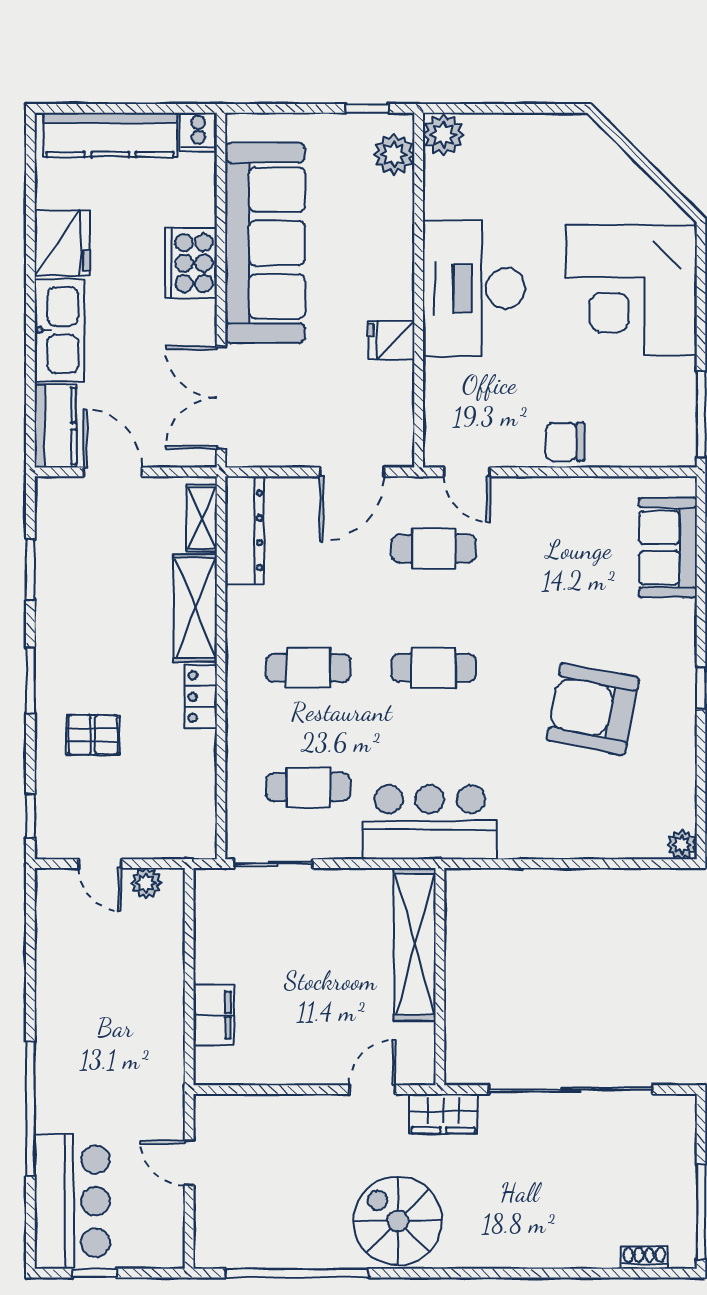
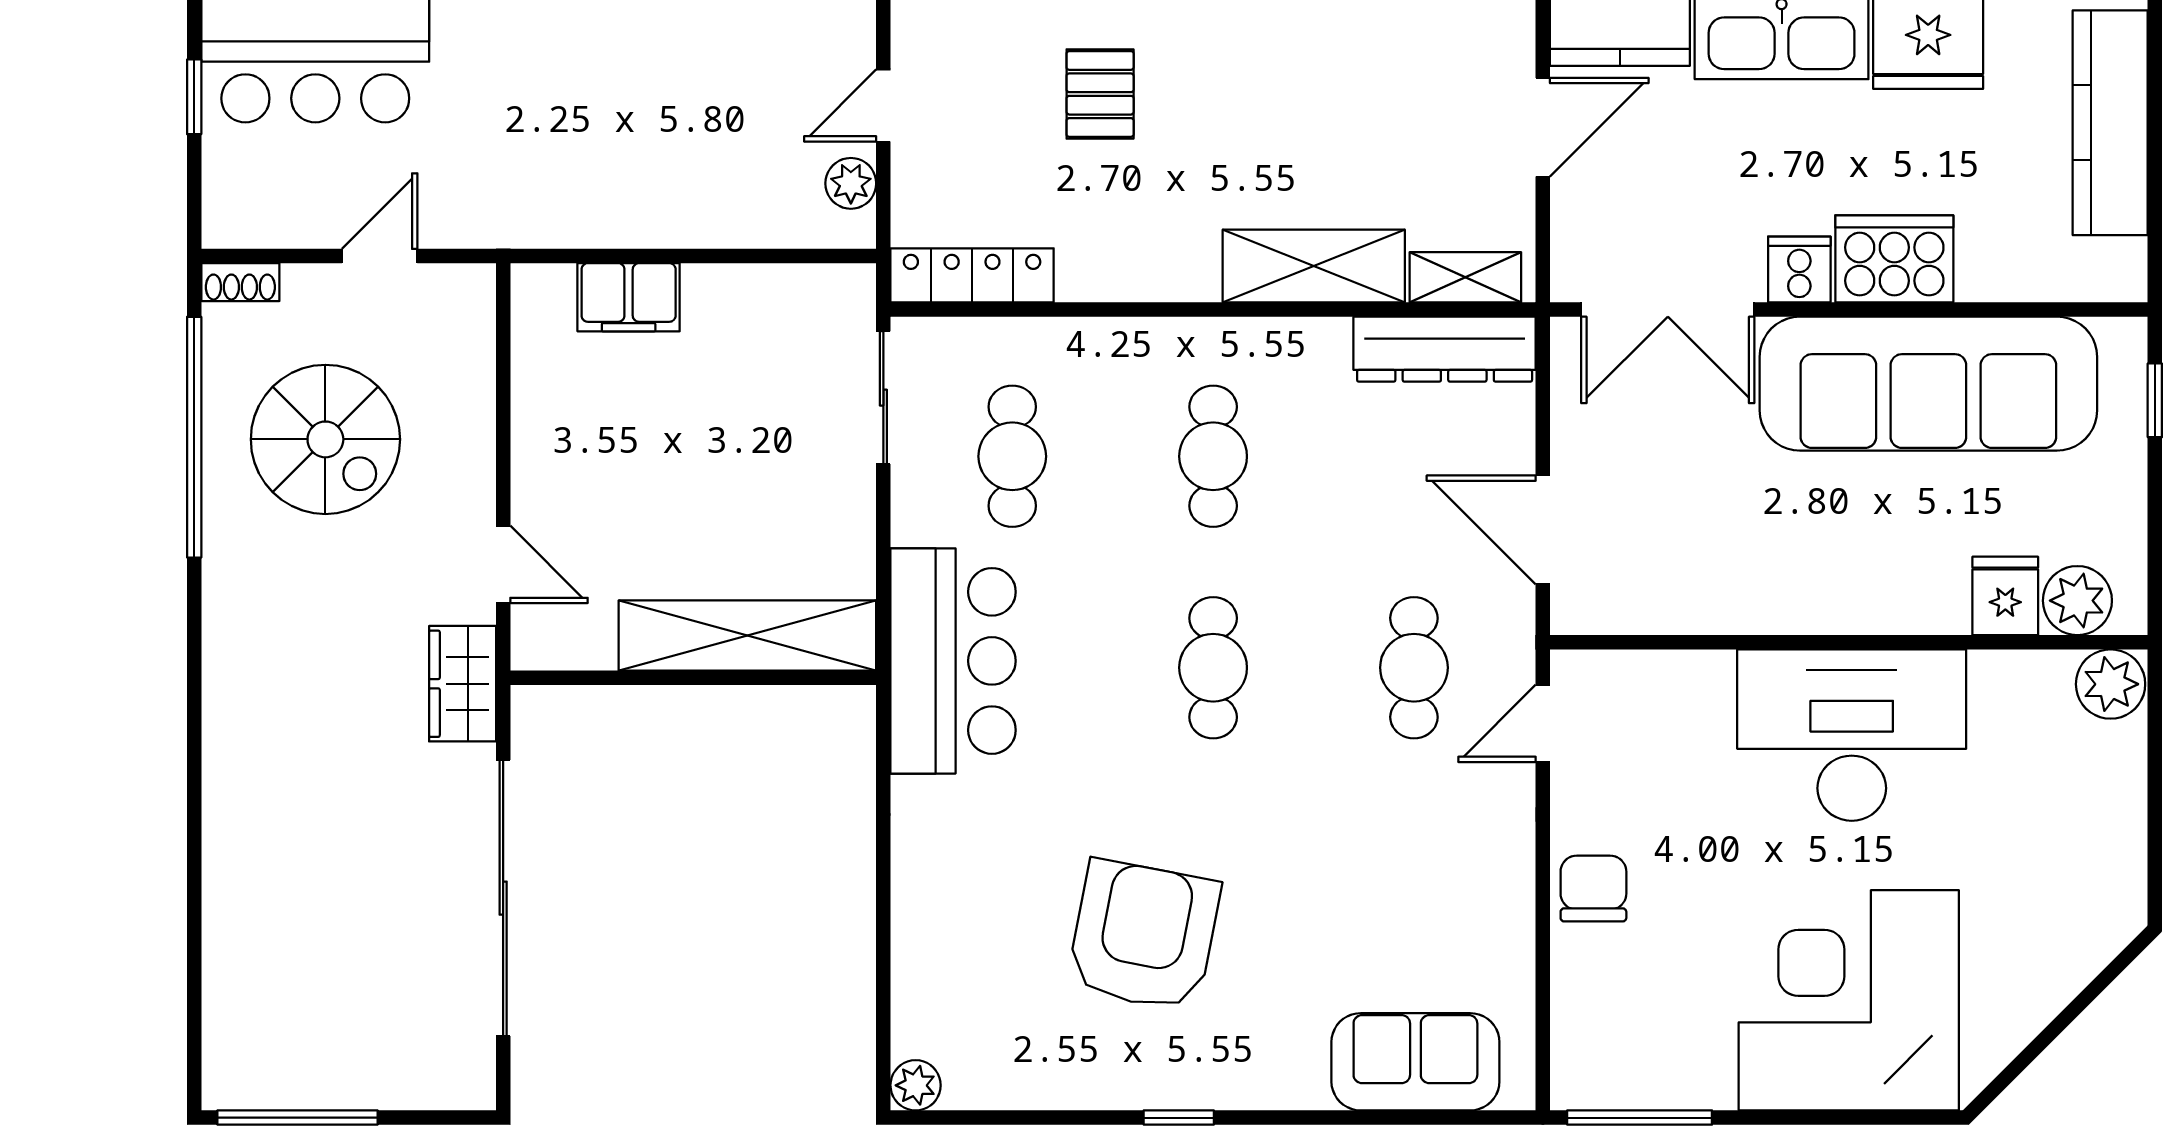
window: (367, 108) -> (2155, 400), moved
cooker: (198, 132) -> (1799, 269), moved, turned 90
fridge: (391, 340) -> (2005, 596), moved
double door: (221, 398) -> (1668, 310), swing flipped
locker: (201, 697) -> (972, 275), moved, width x1.53
spiral stairs: (398, 1221) -> (325, 439), moved, turned 90
shoe rack: (644, 1258) -> (240, 282), moved, turned 90

